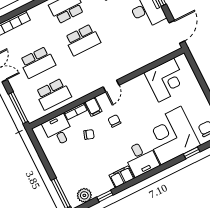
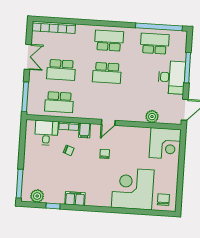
plant: (150, 56) -> (152, 117), added
corner desk: (166, 80) -> (165, 144), moved
chair: (114, 121) -> (105, 154), moved
window: (192, 153) -> (141, 212), removed
desk: (141, 158) -> (99, 193), removed

